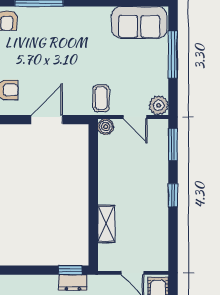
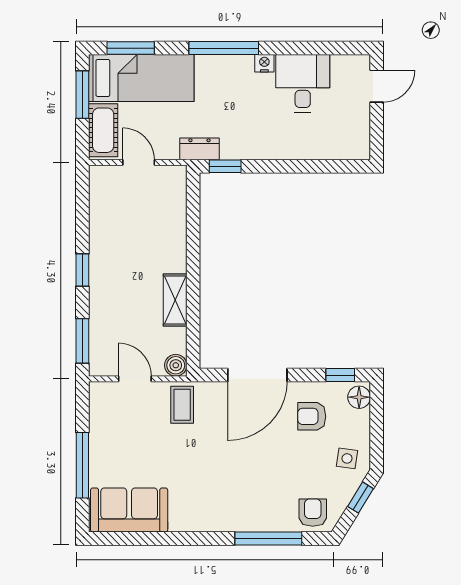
plant: (159, 105) -> (102, 395), removed
door: (47, 120) -> (257, 375), width x1.36
shelving: (106, 224) -> (175, 300), moved
dresser: (73, 283) -> (199, 149), moved

